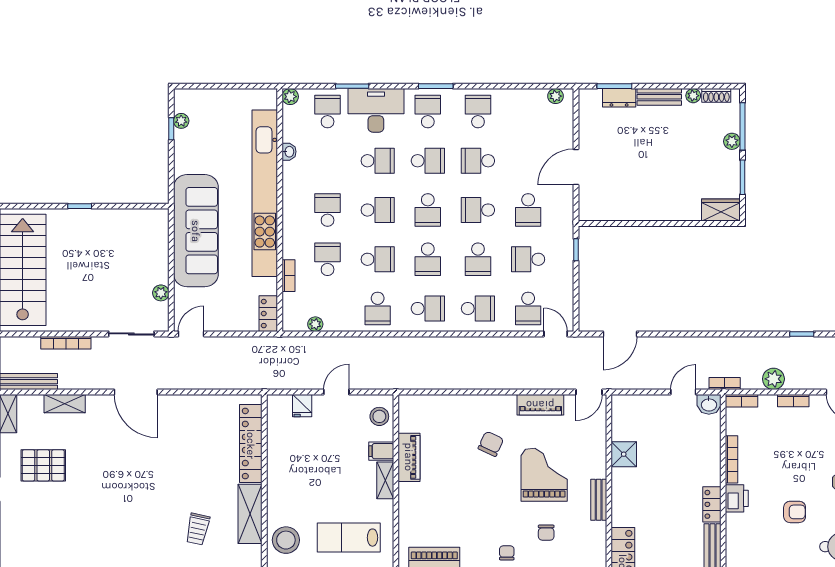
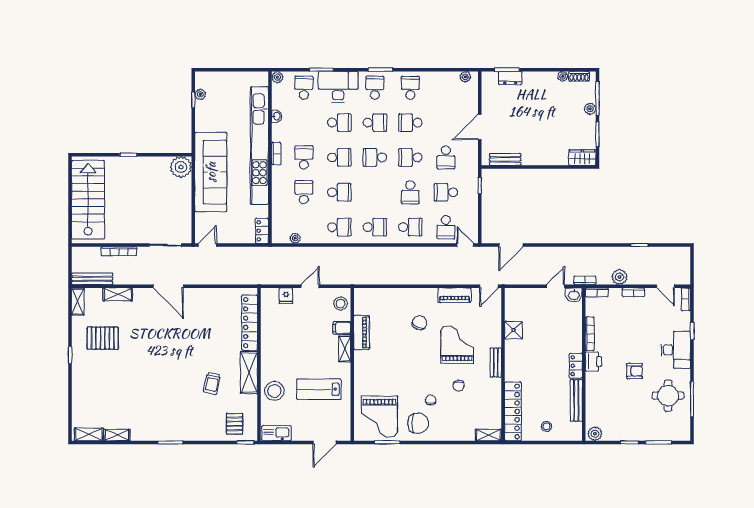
bench: (659, 97) -> (505, 159), moved
school desk: (428, 210) -> (375, 157), turned 90
school desk: (428, 259) -> (375, 192), removed
bookcase: (288, 276) -> (276, 154), moved
plant: (161, 293) -> (181, 167), moved, width x1.87, depth x1.87
school desk: (378, 309) -> (339, 227), turned -90

